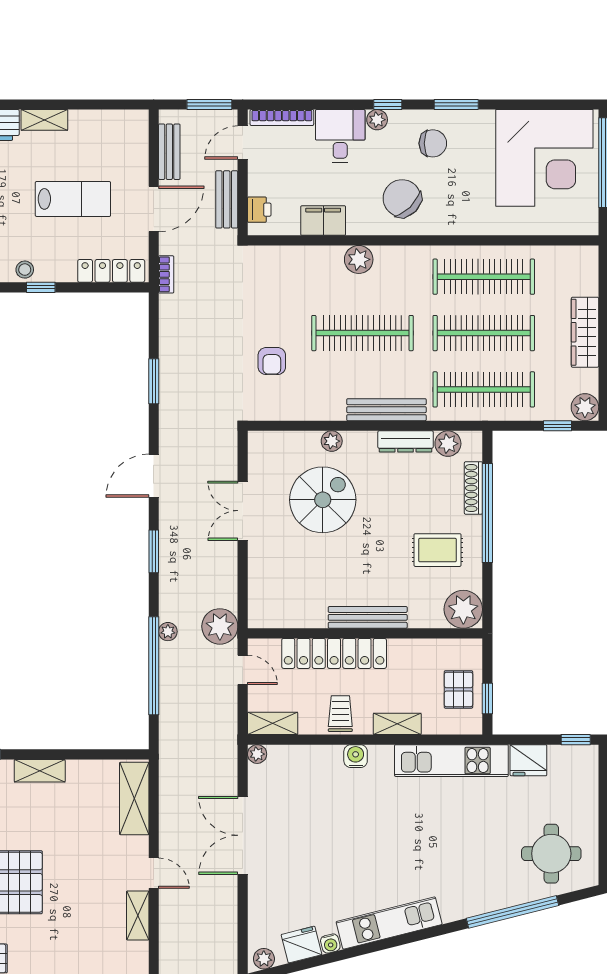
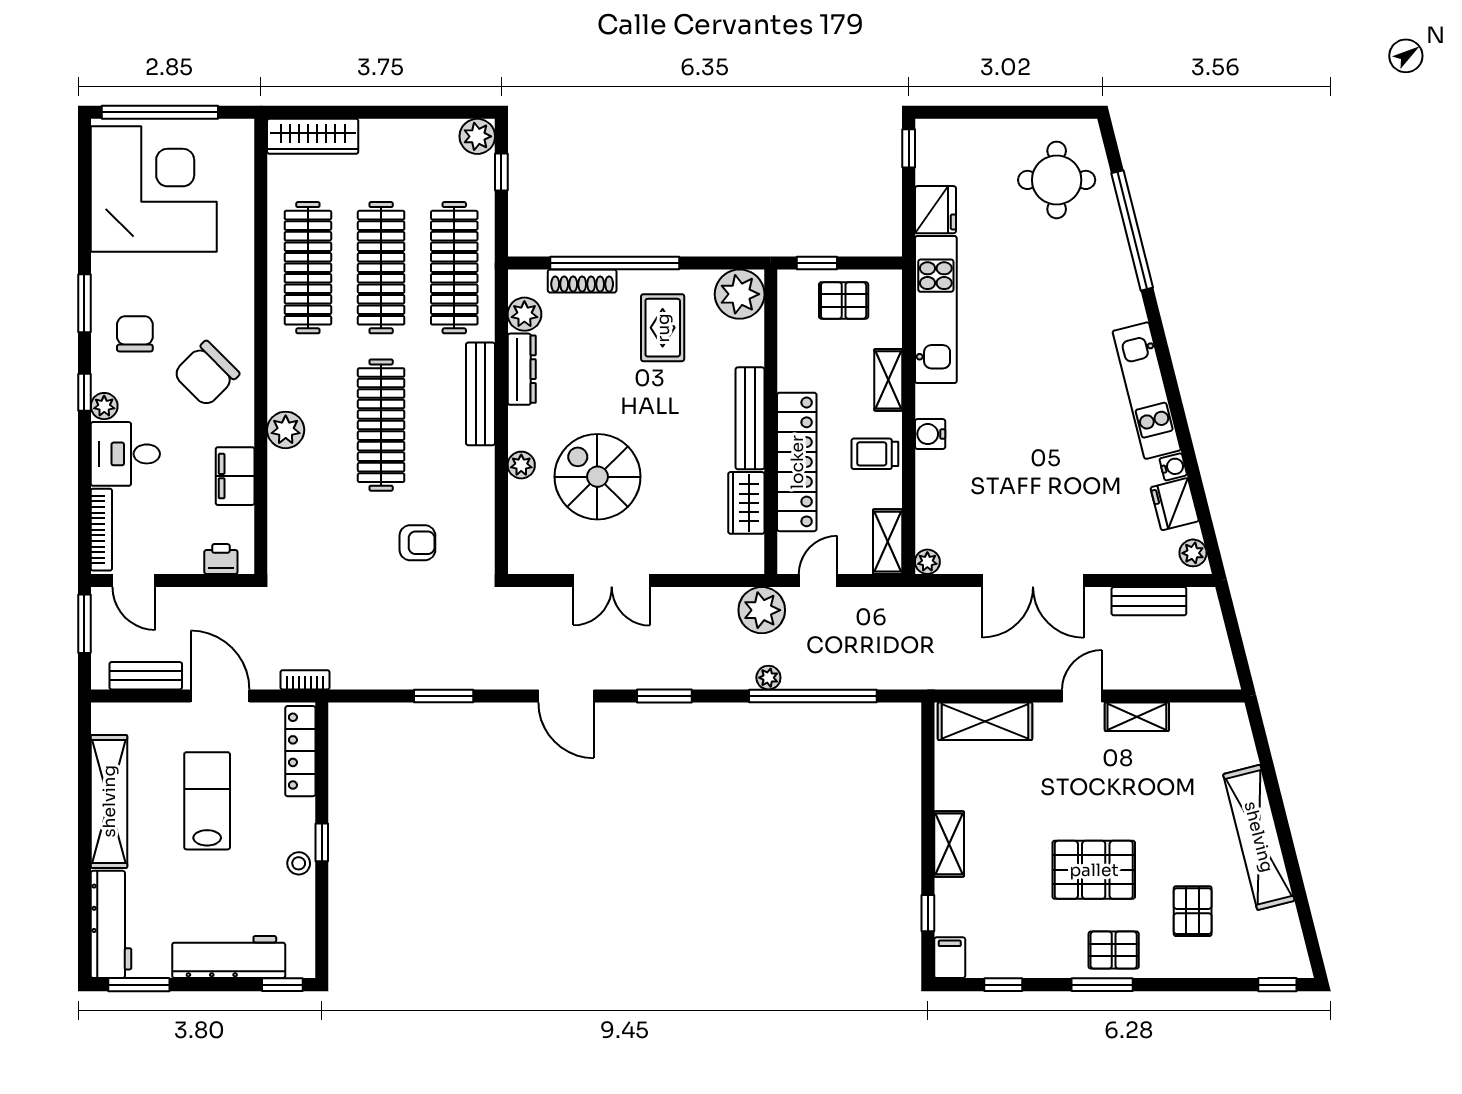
shelving: (44, 120) -> (109, 801), width x2.20, depth x1.33
bench: (227, 199) -> (1149, 601), moved
wardrobe: (585, 332) -> (313, 136), moved
wardrobe: (302, 615) -> (746, 503), added
window: (487, 699) -> (817, 263), moved

